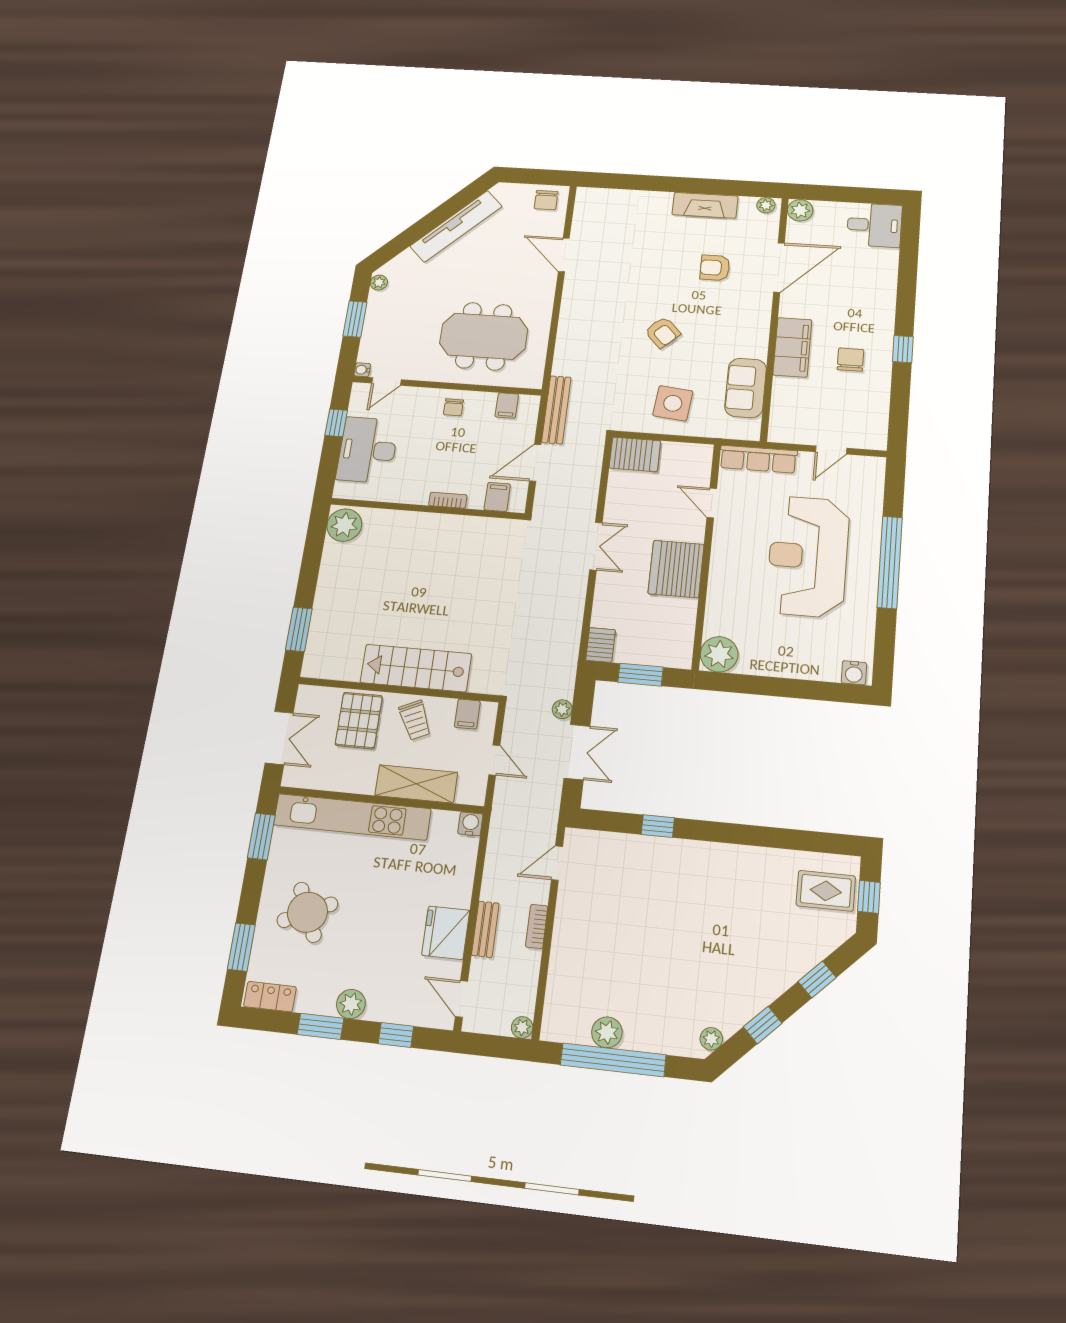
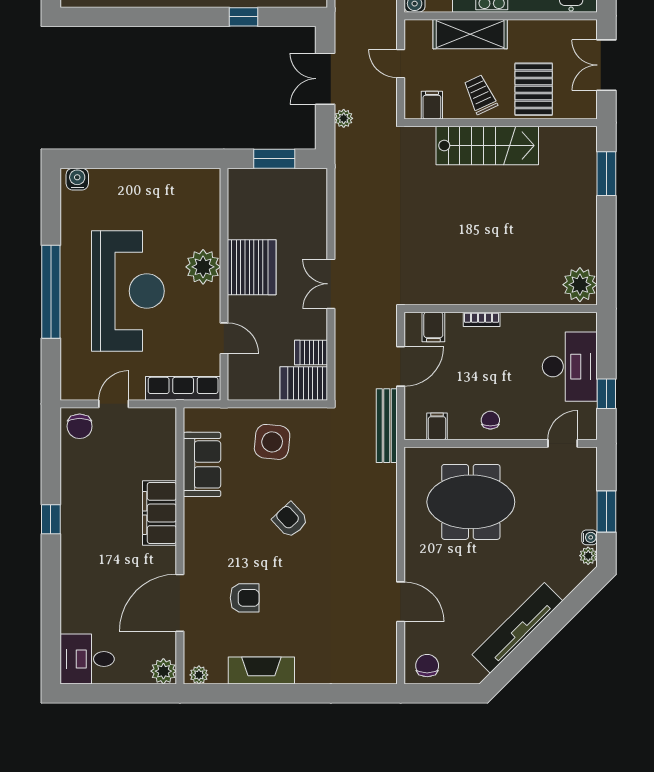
chair: (850, 360) -> (80, 426), moved
water cooler: (362, 370) -> (589, 537), moved
server rack: (601, 645) -> (311, 352), moved, turned 90
plant: (719, 654) -> (203, 267), moved

